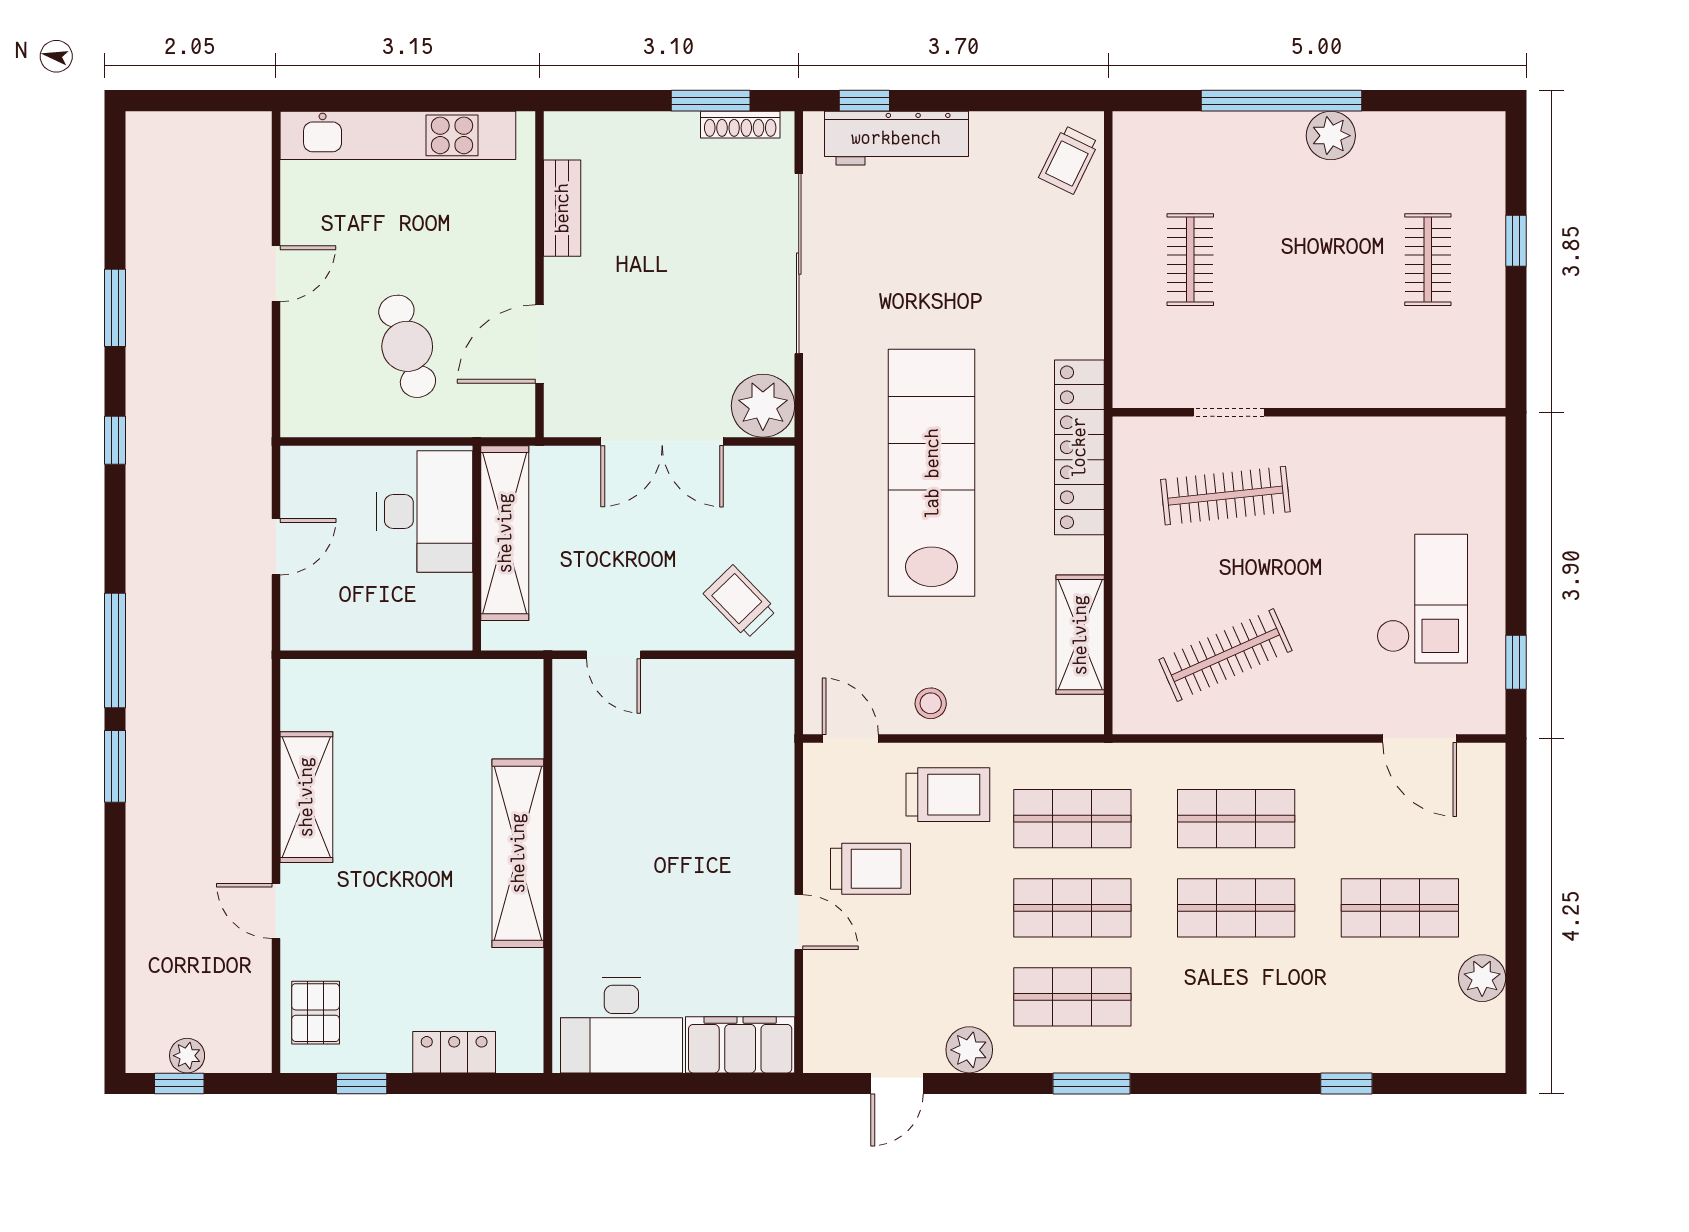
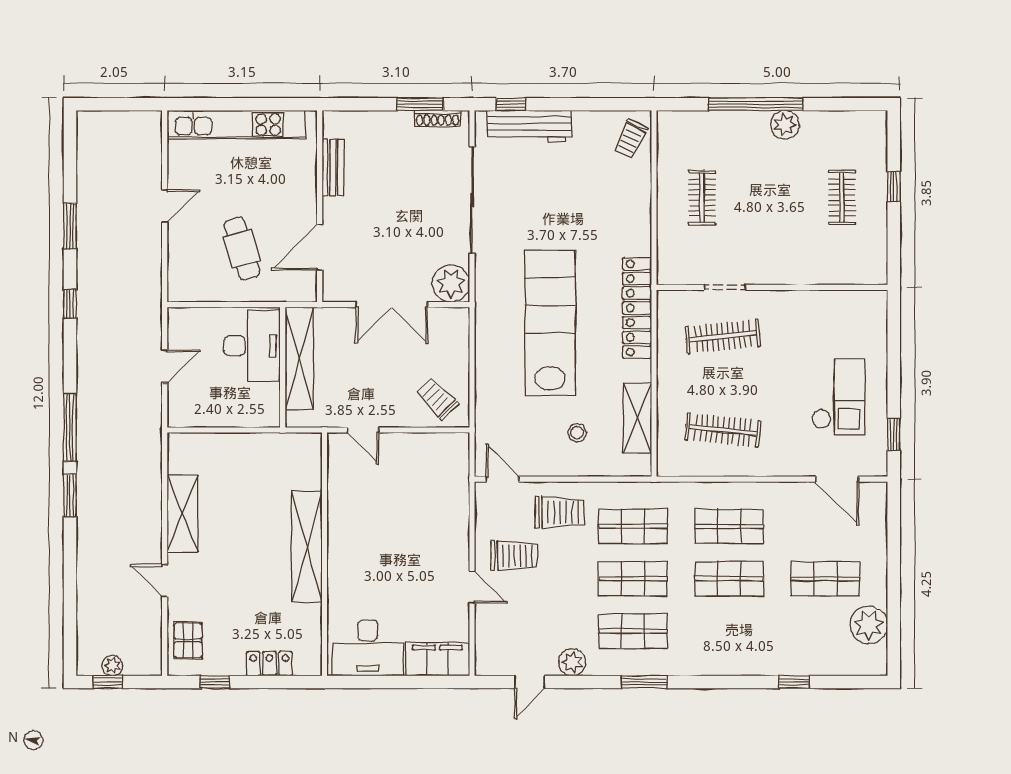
clothes rail: (1225, 655) -> (723, 430), turned 30
stool: (931, 703) -> (577, 433), moved
plant: (1482, 978) -> (869, 625), width x1.36, depth x1.36

